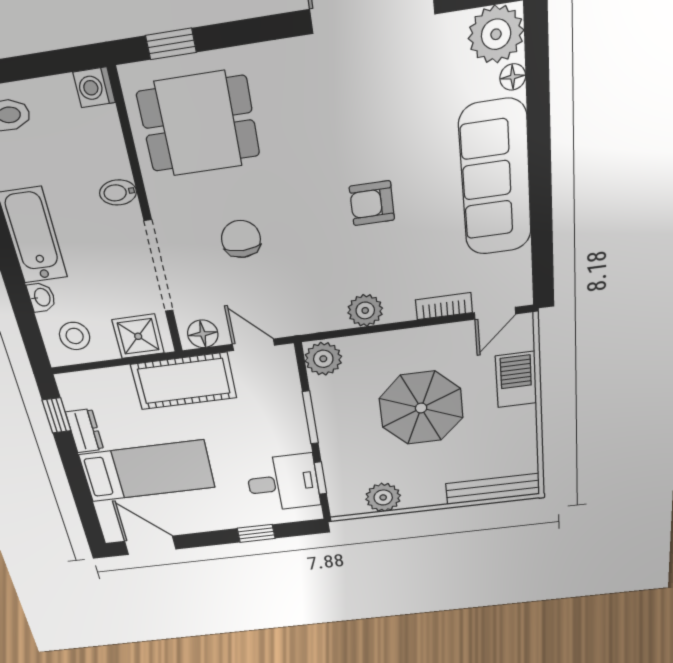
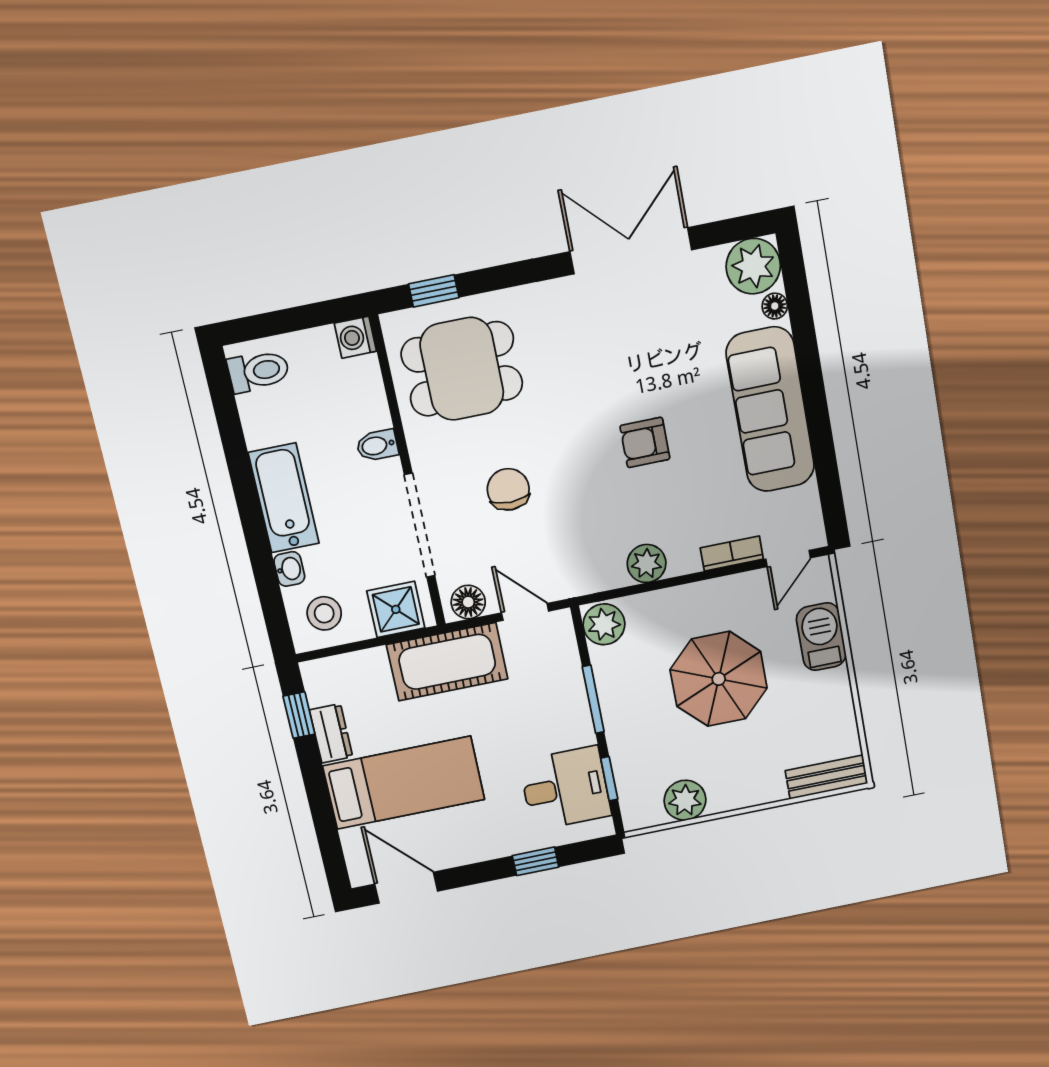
bench: (493, 489) -> (827, 777), width x0.73

